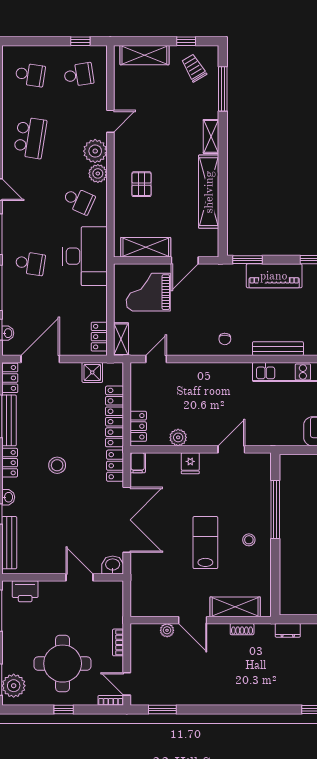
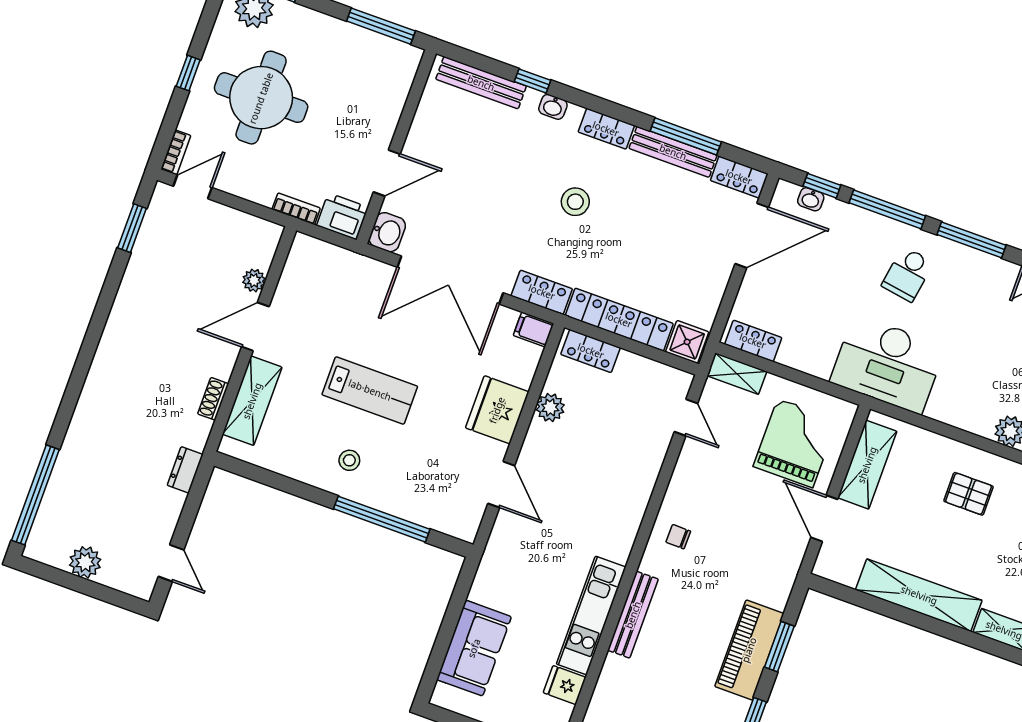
school desk: (79, 201) -> (979, 386), removed
window: (247, 260) -> (779, 647), moved
door: (40, 359) -> (752, 236), hinge flipped
shower: (92, 372) -> (687, 342), moved
fridge: (190, 463) -> (497, 410), width x1.88, depth x1.34
printer: (25, 591) -> (342, 216), moved, turned 90
bookcase: (118, 642) -> (296, 209), moved

